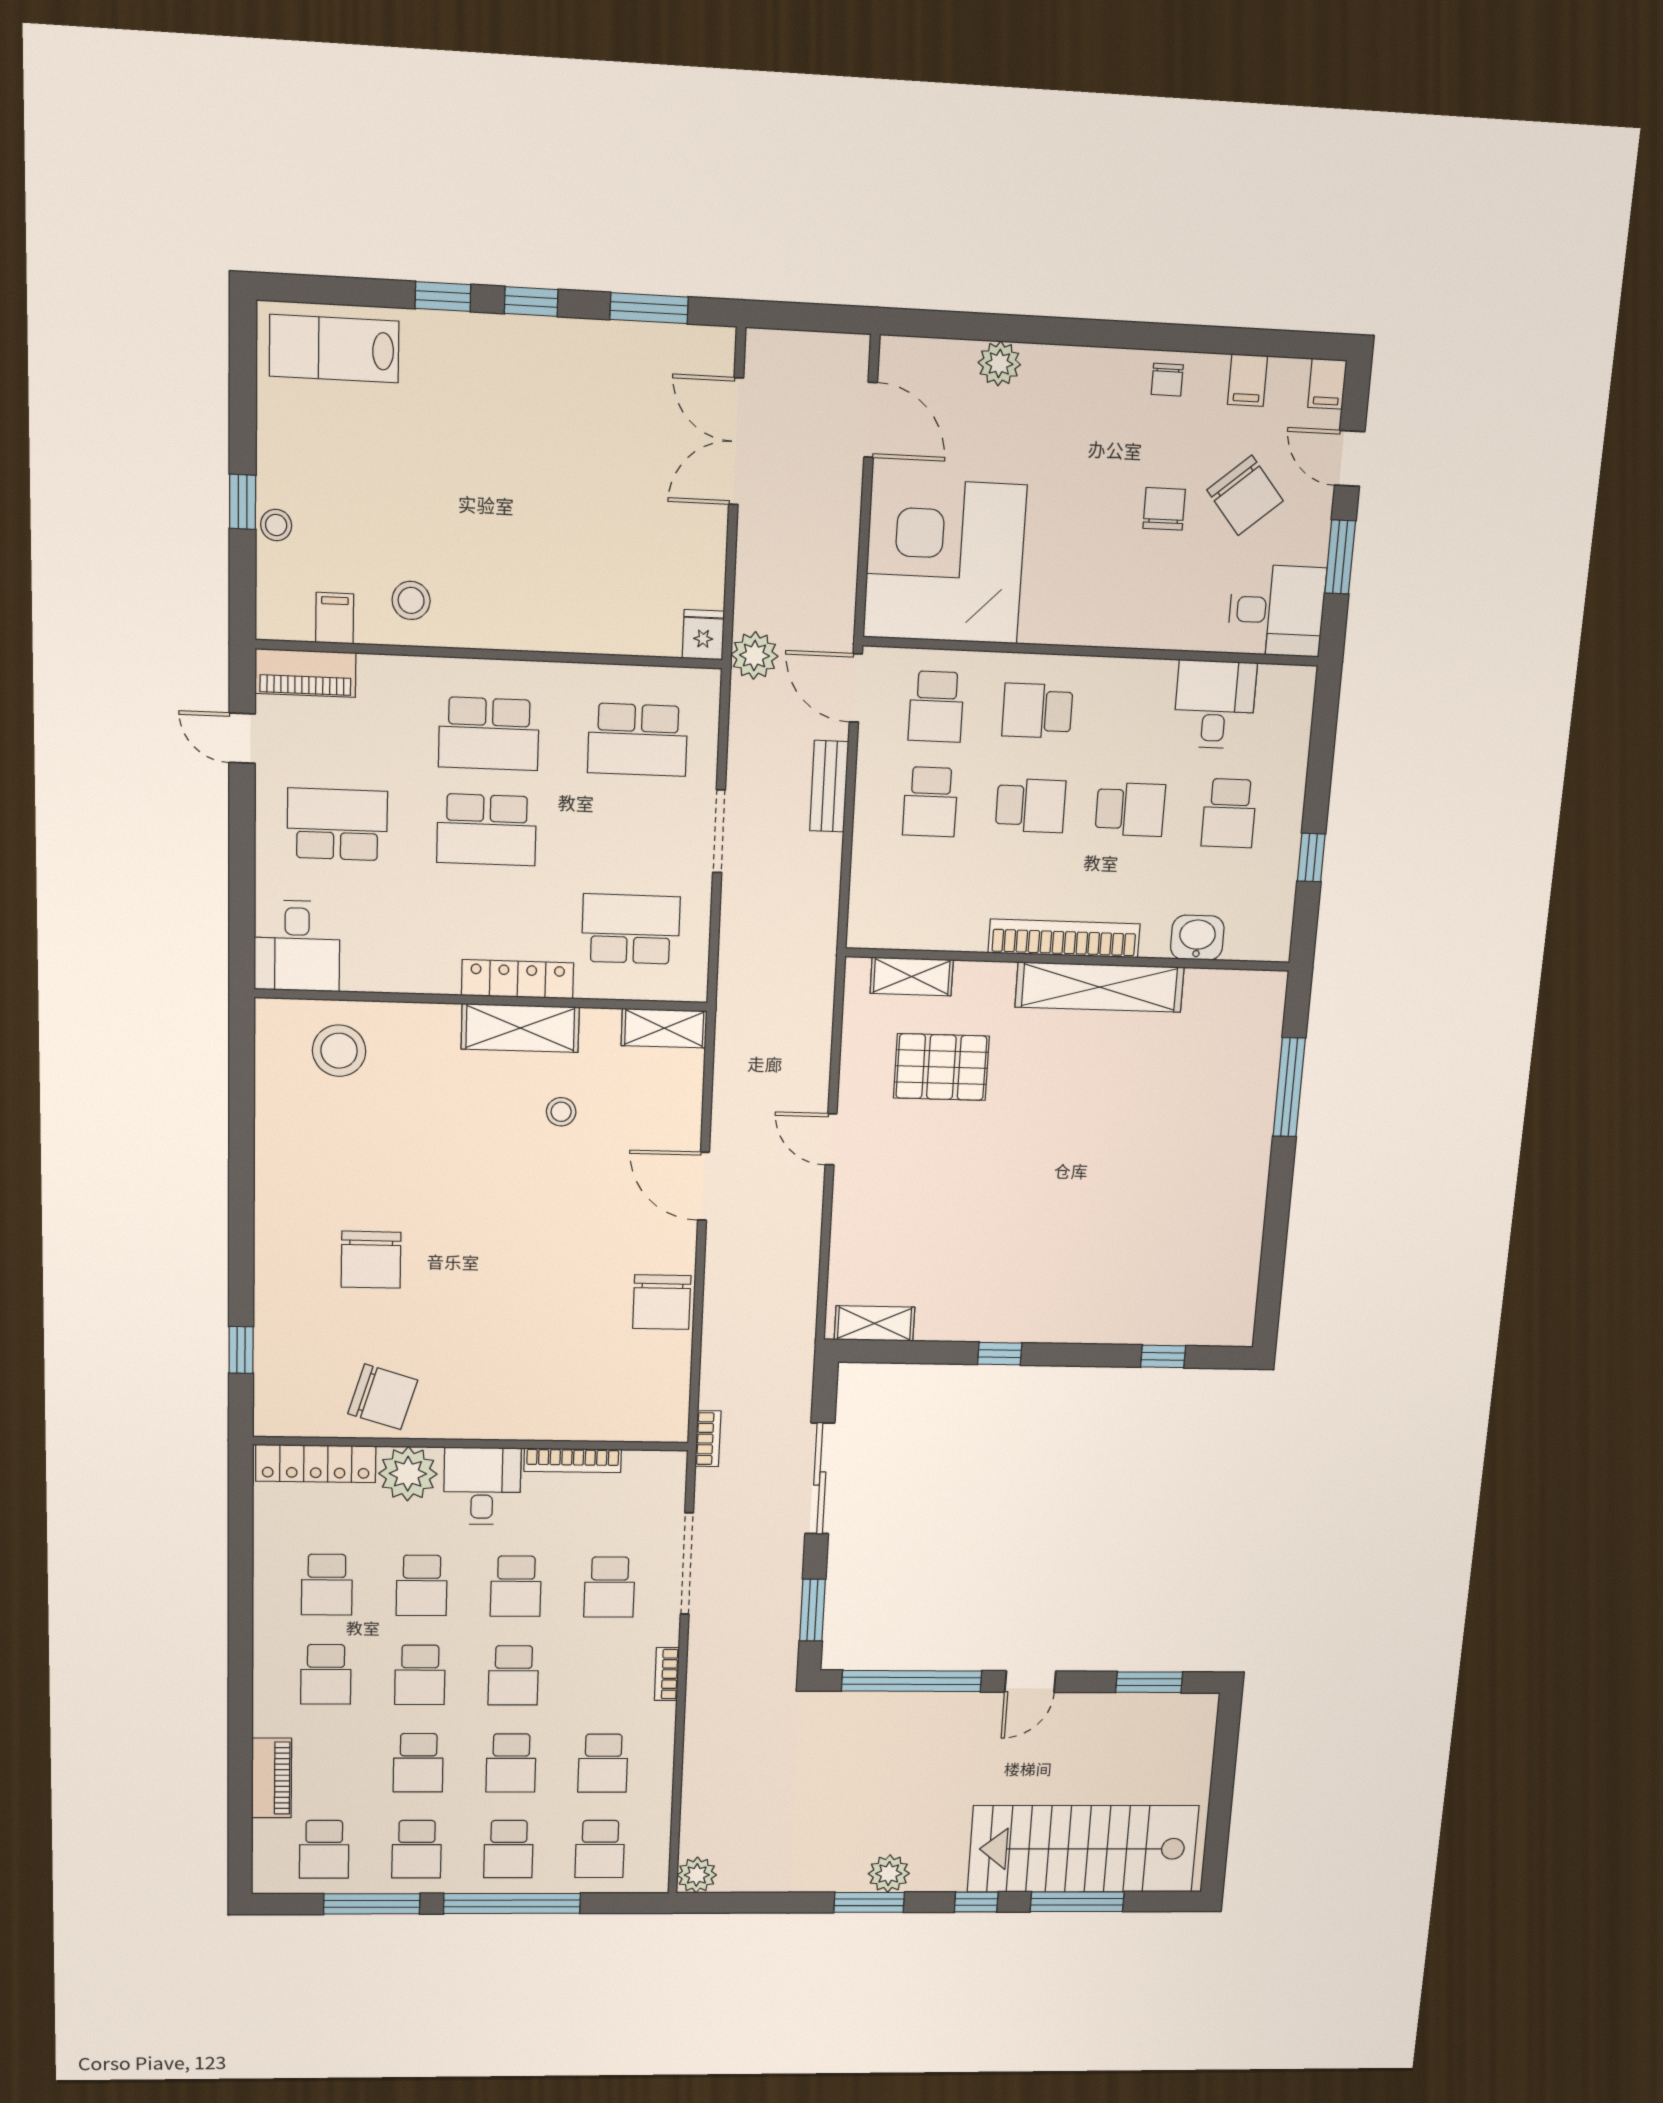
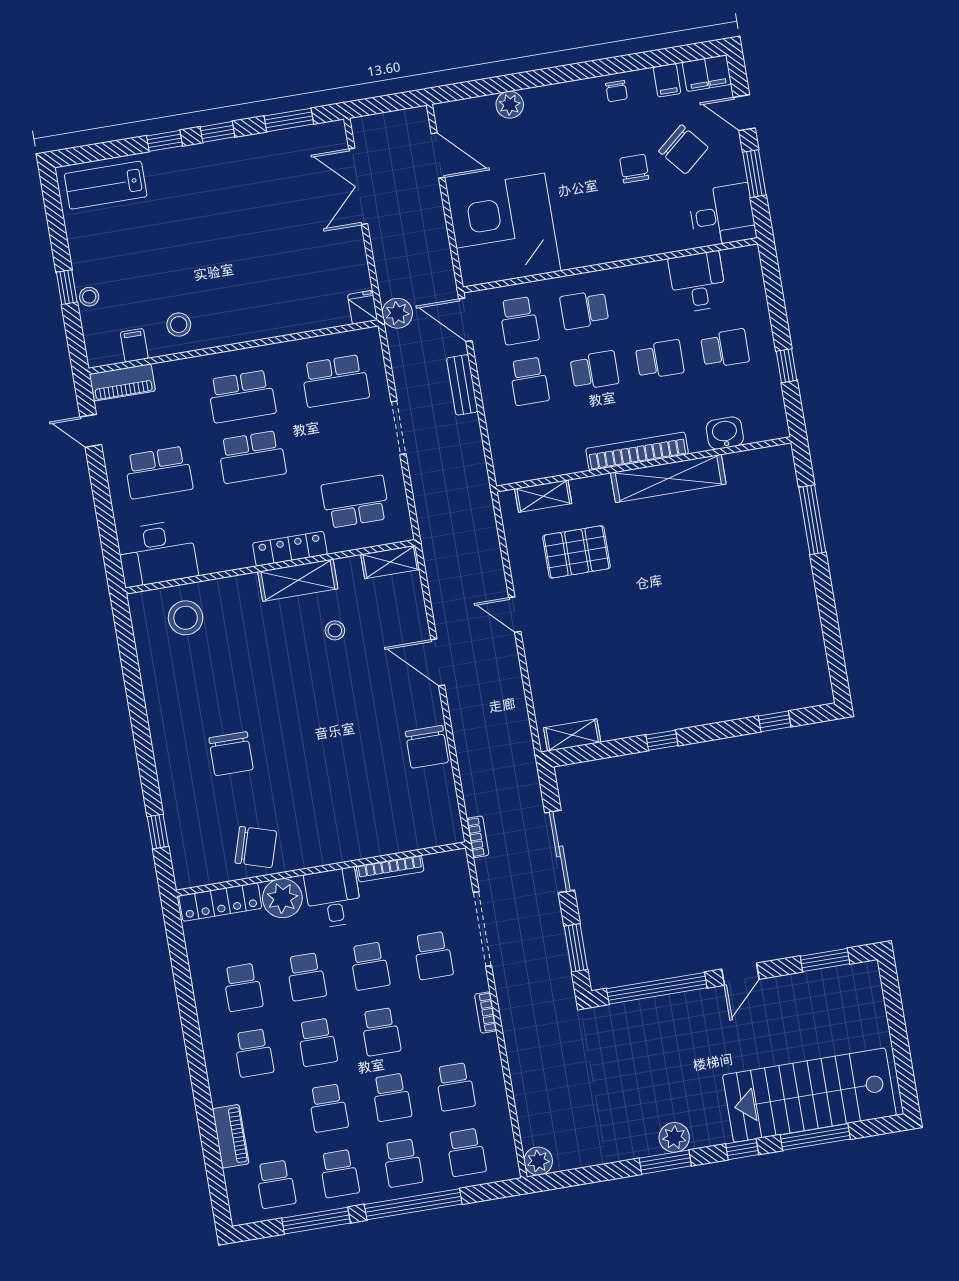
filing cabinet: (1327, 384) -> (707, 73), width x2.00
school desk: (1229, 813) -> (725, 348), turned -90
school desk: (337, 824) -> (159, 473), turned 180
desk: (297, 946) -> (157, 553), width x1.37

